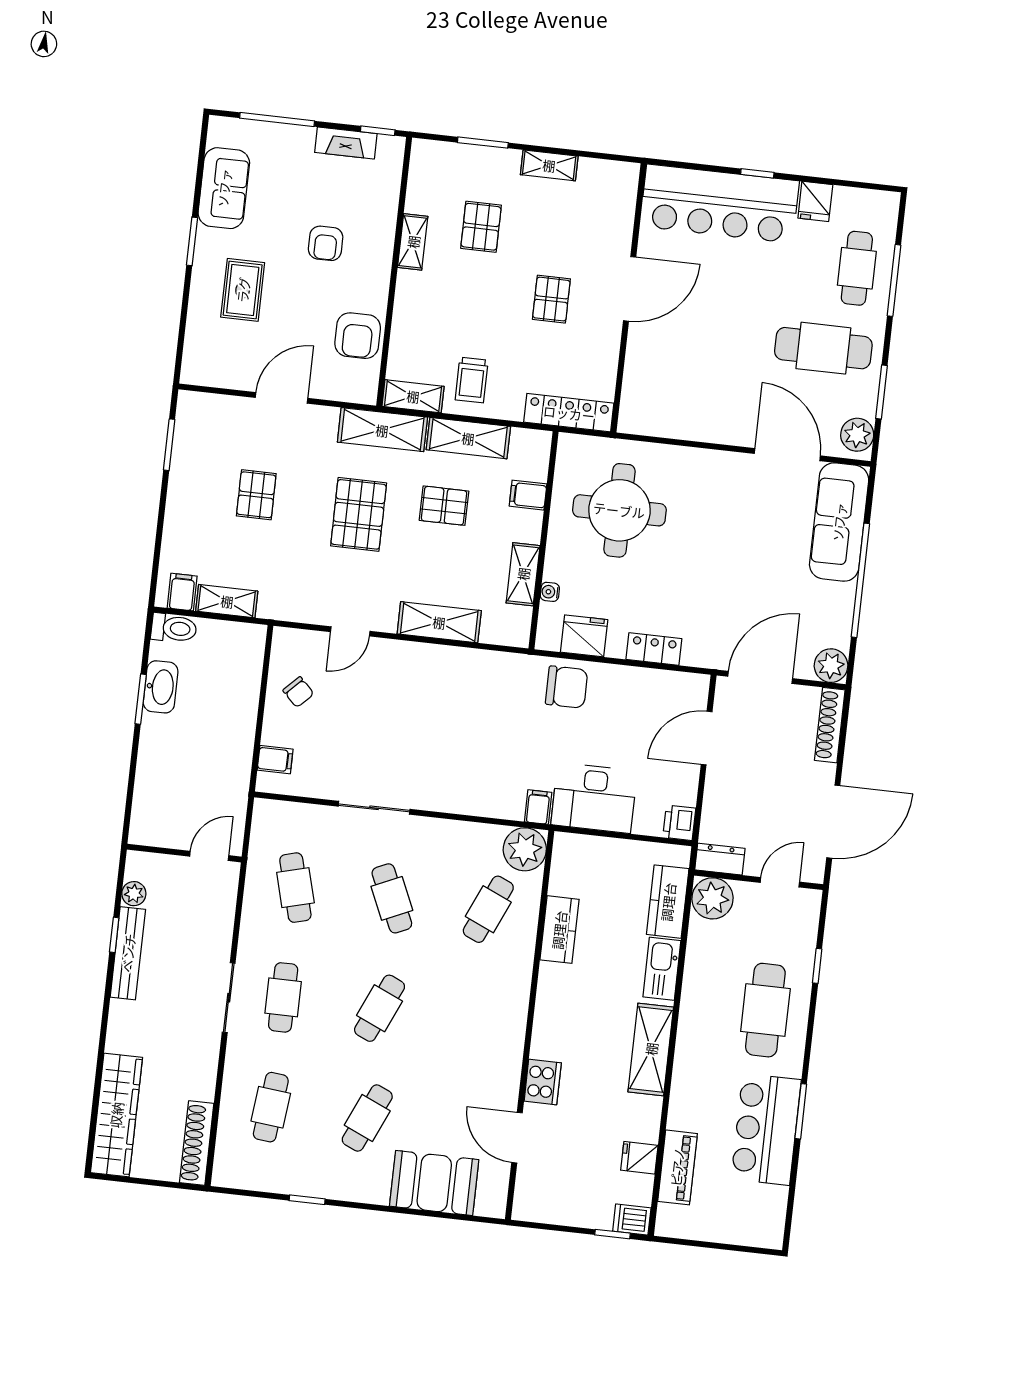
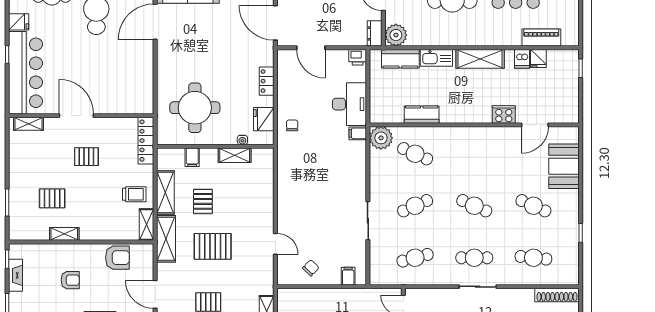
shelving: (549, 165) -> (29, 124), moved, turned 90
shelving: (439, 622) -> (265, 197), removed
chair: (567, 687) -> (292, 125), width x0.54, depth x0.54
dishwasher: (632, 1220) -> (522, 59), moved

